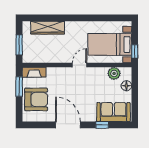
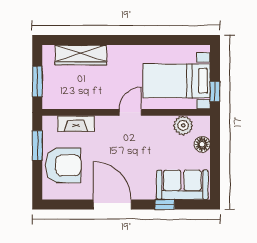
fireplace: (34, 72) -> (76, 123), moved

